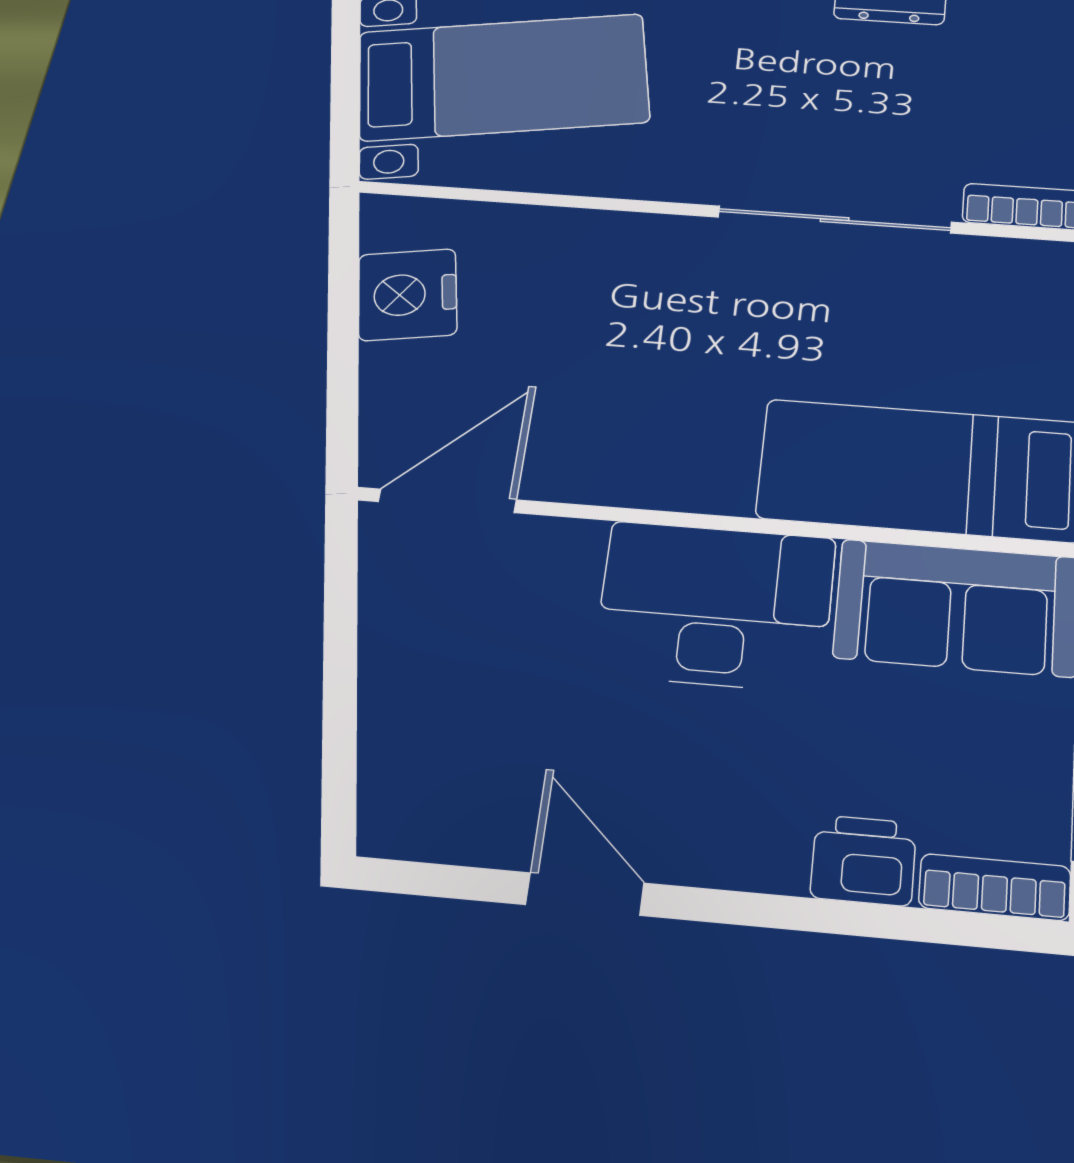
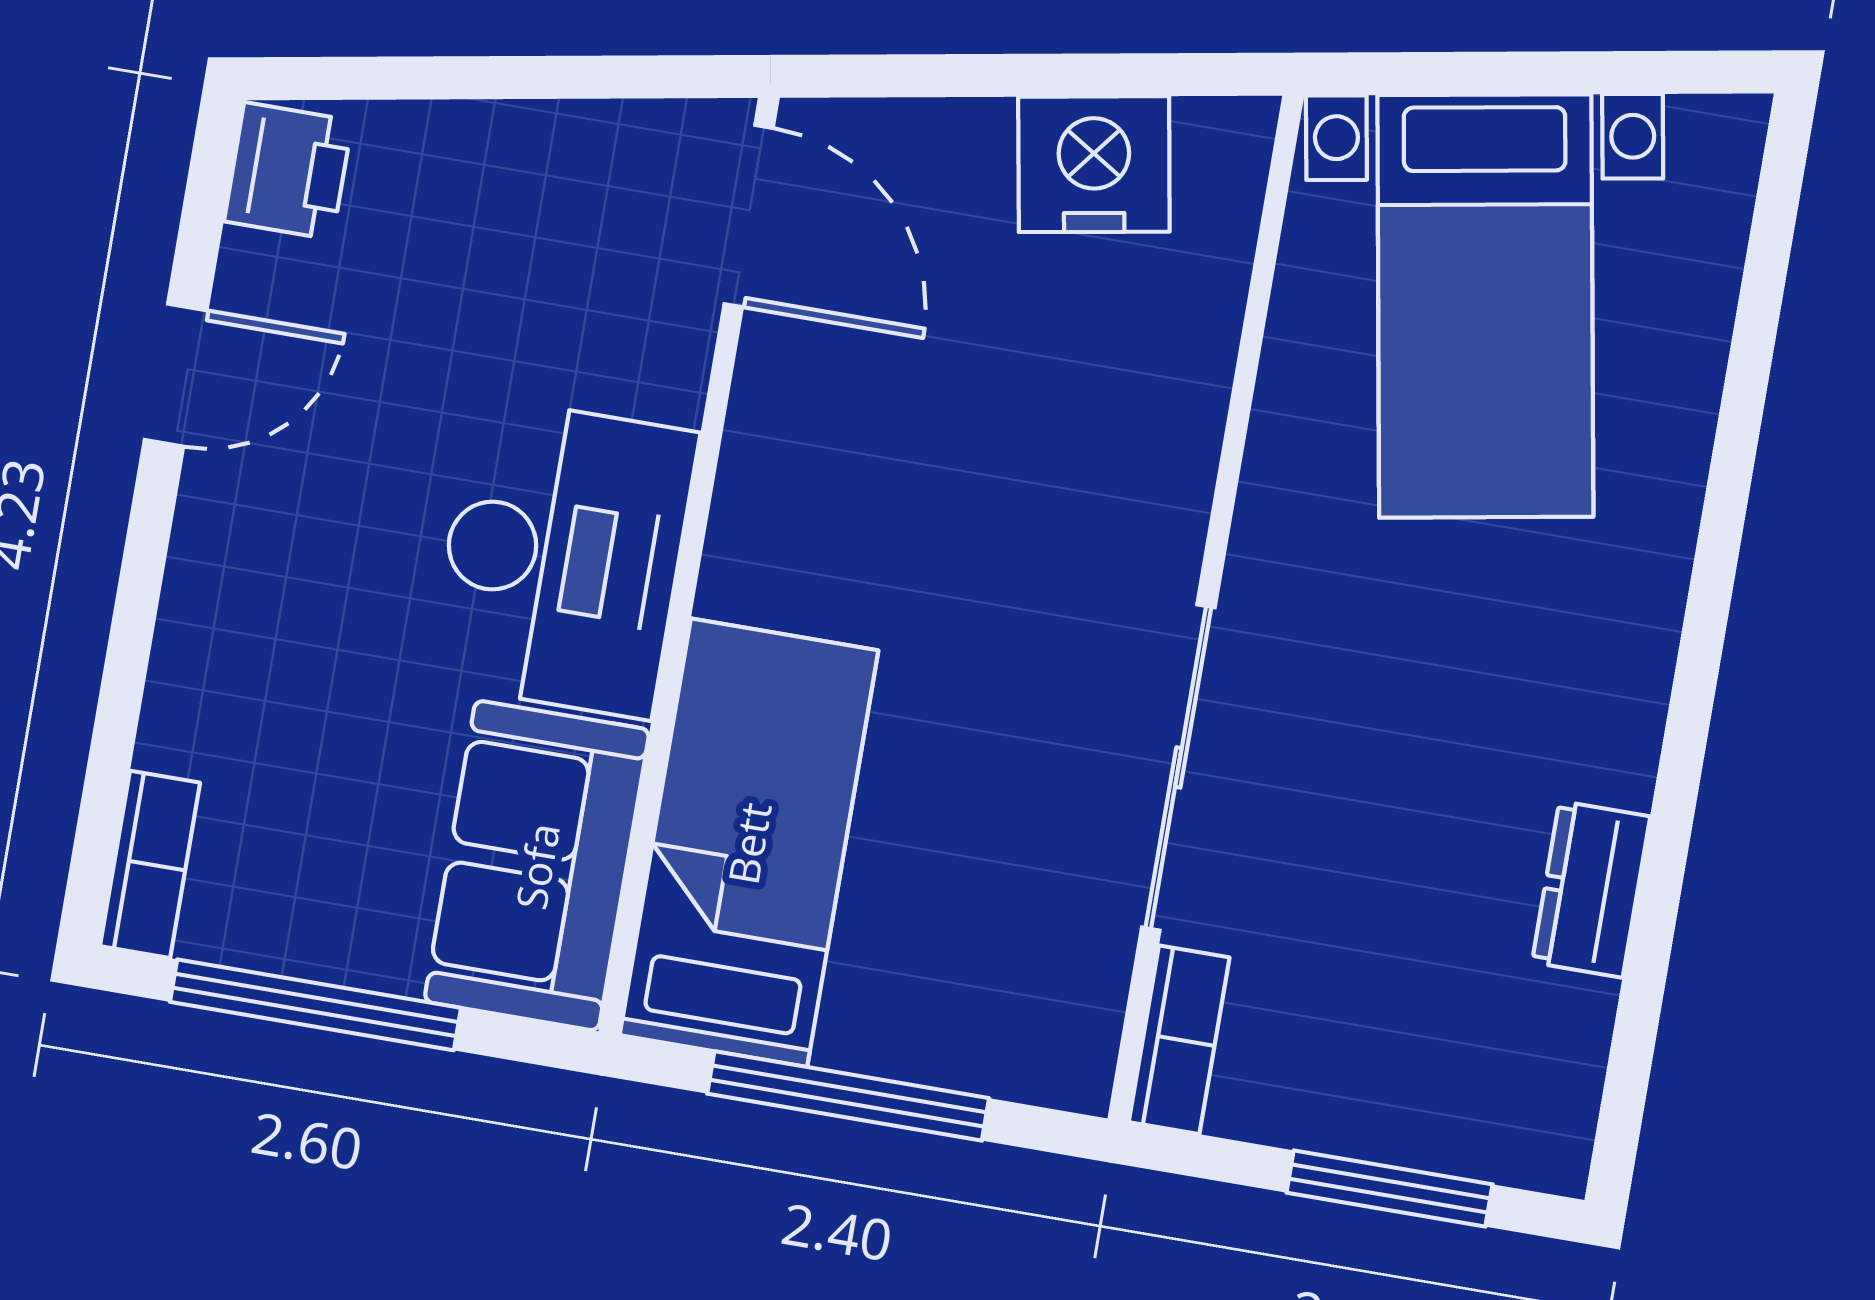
printer: (863, 860) -> (288, 171), moved

